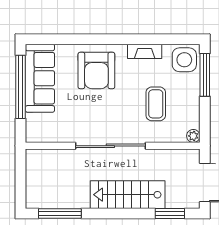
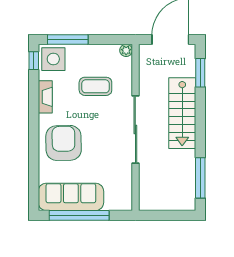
window: (183, 39) -> (34, 61), added
armchair: (96, 70) -> (64, 143), turned -91

